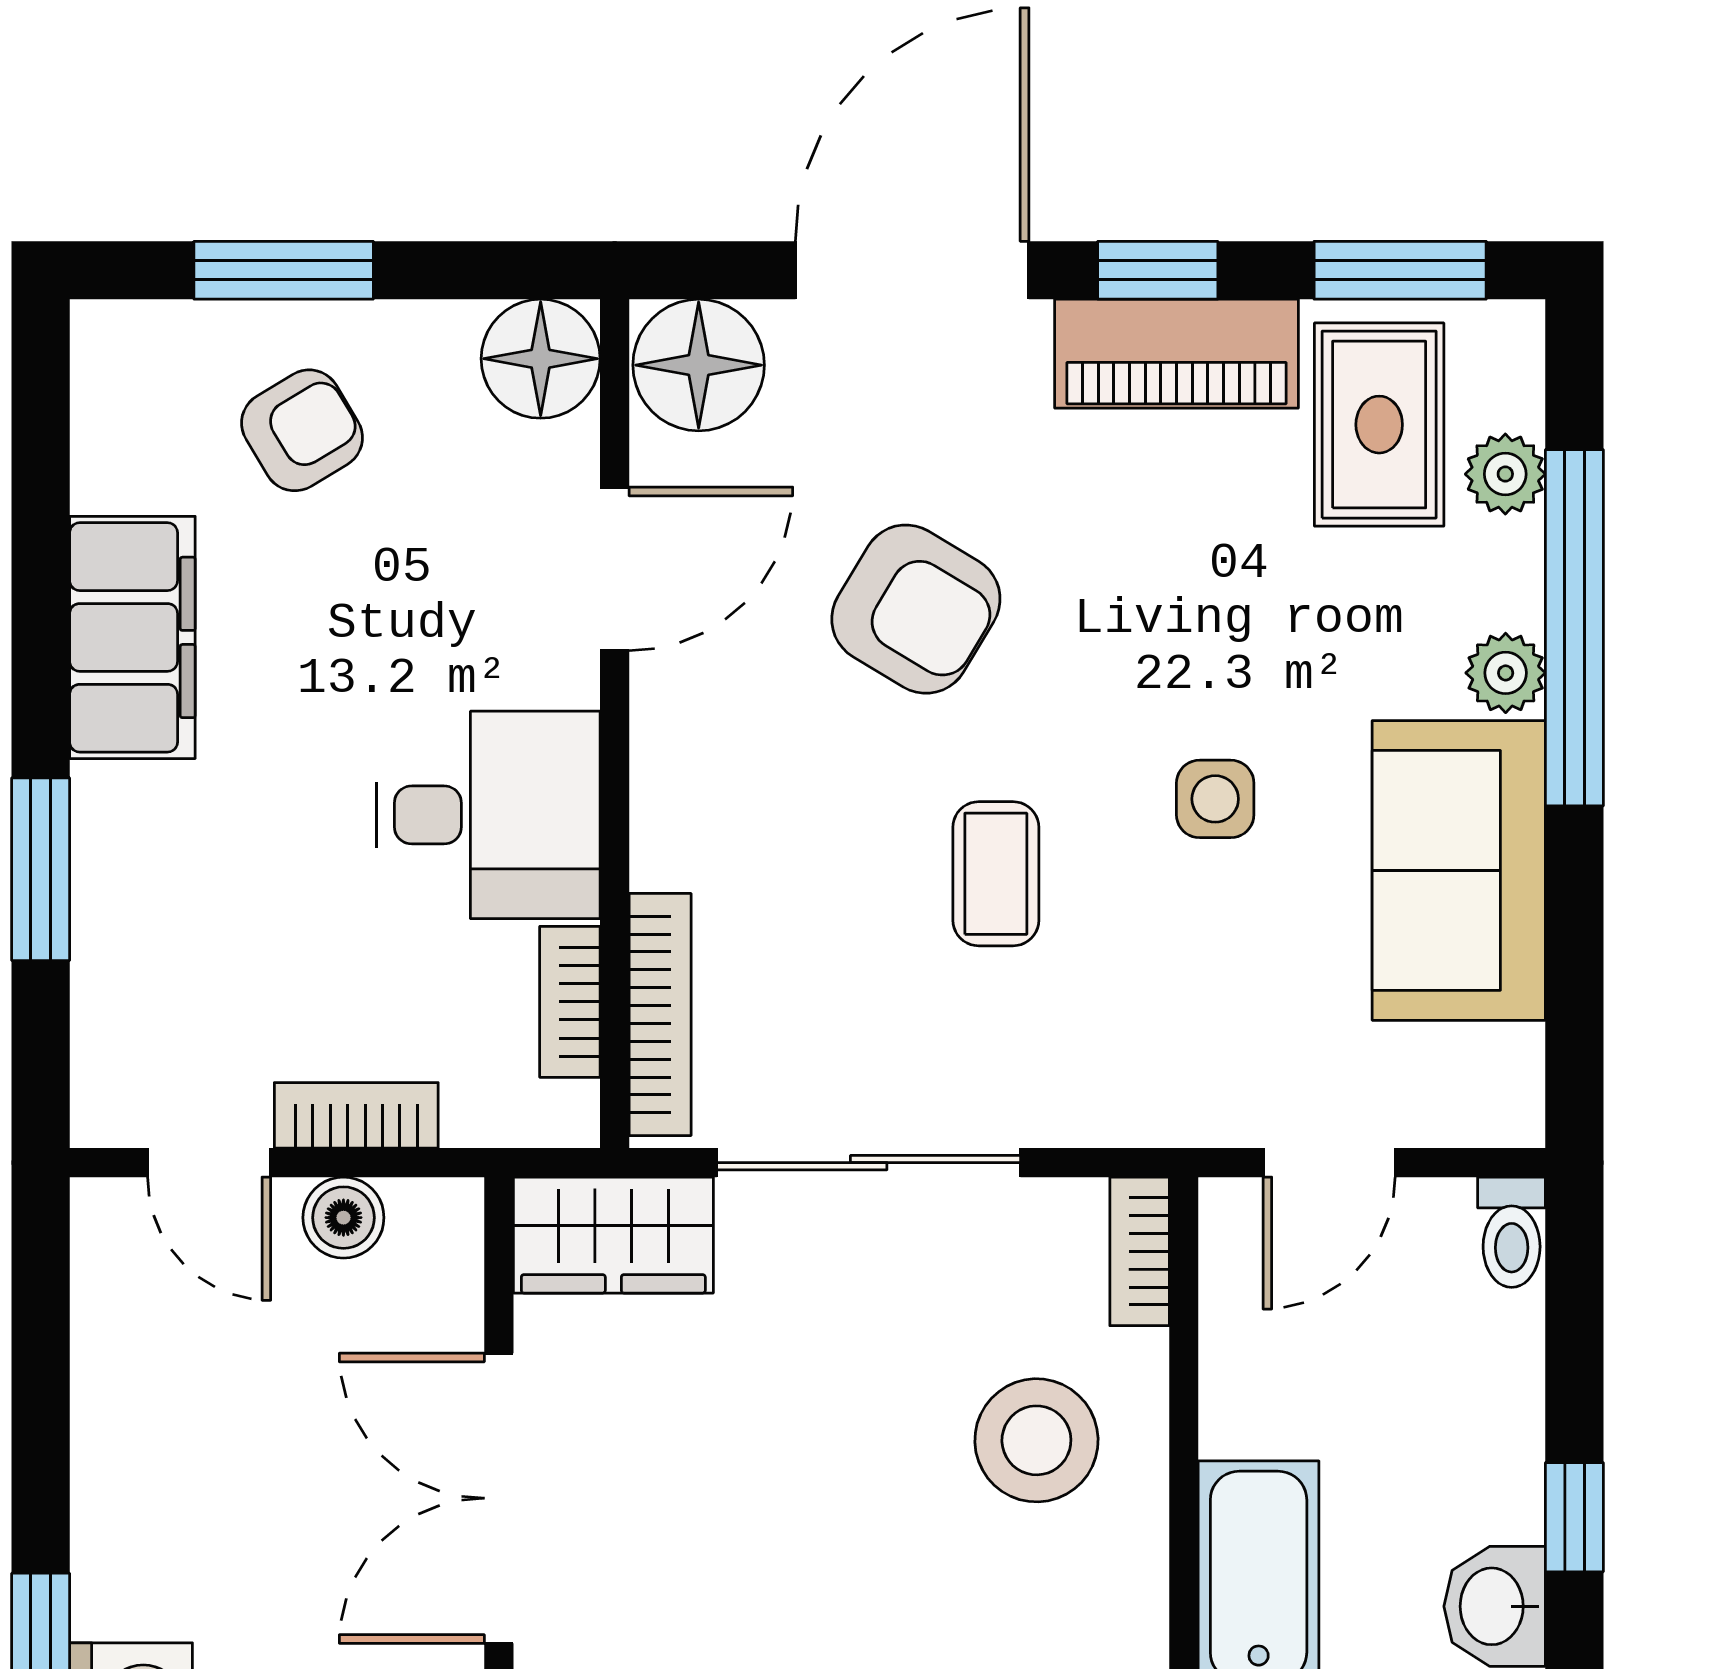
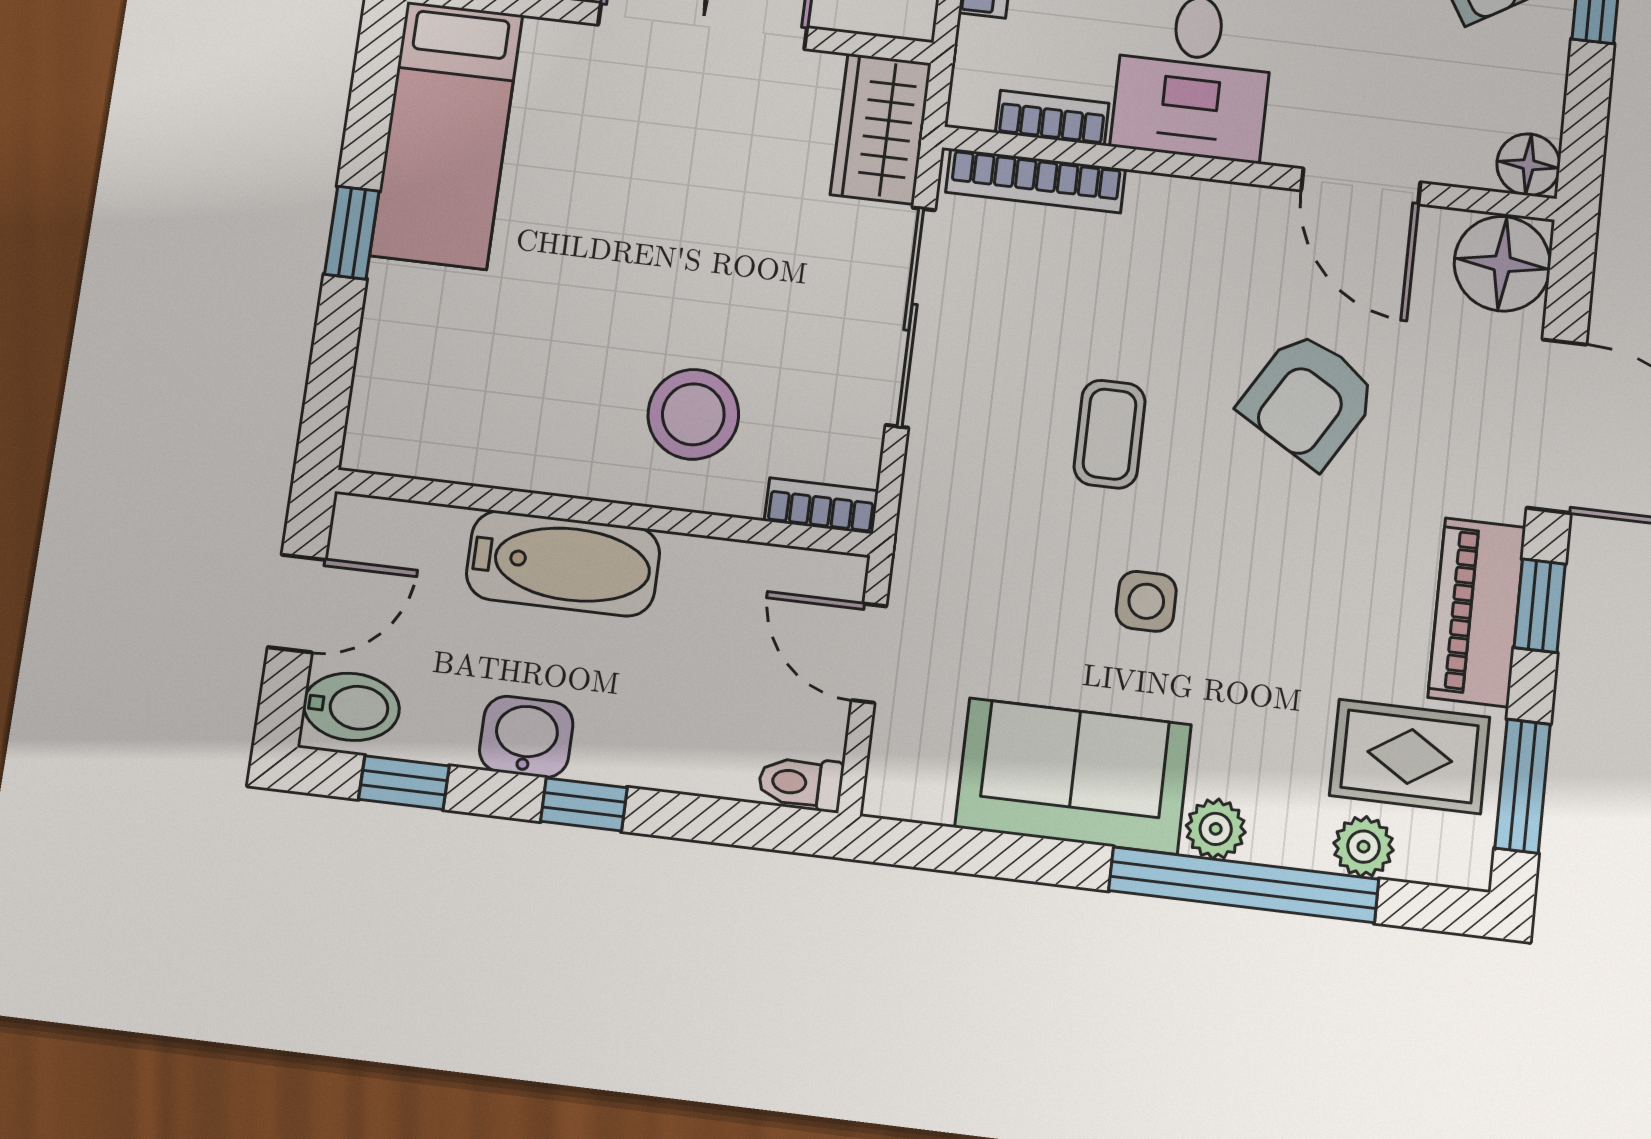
floor lamp: (541, 359) -> (1528, 165), width x0.73, depth x0.73
coffee table: (996, 874) -> (1110, 434), turned 90

